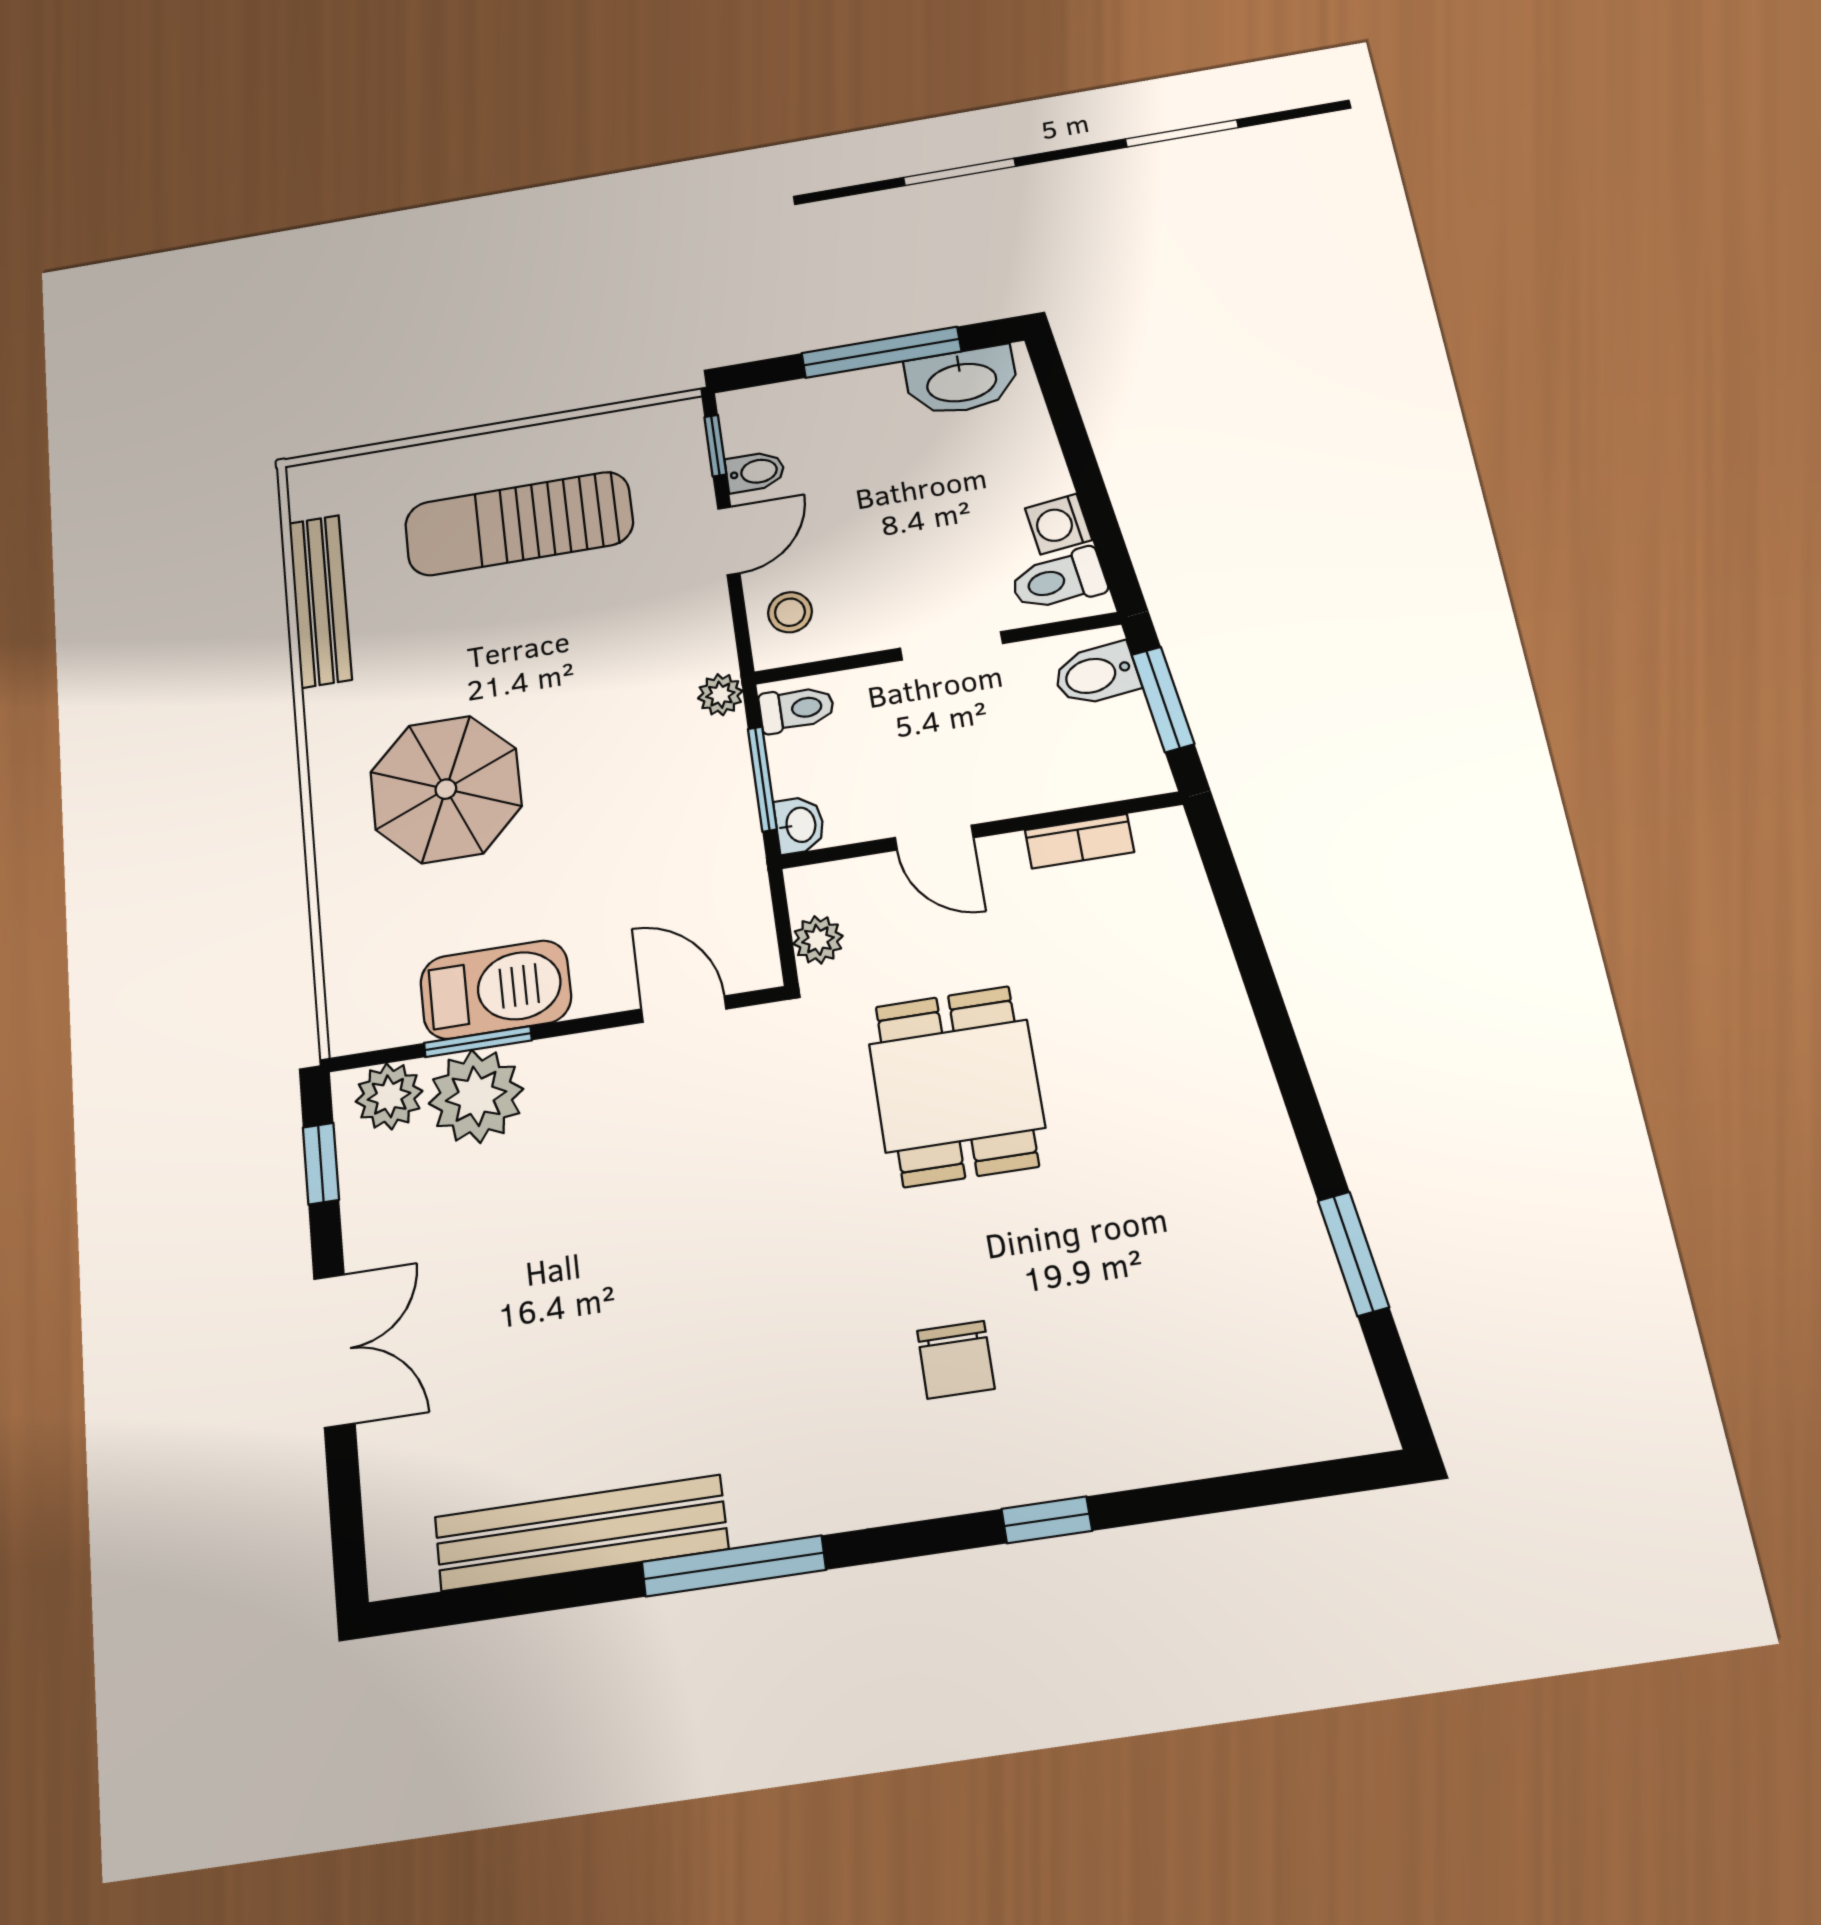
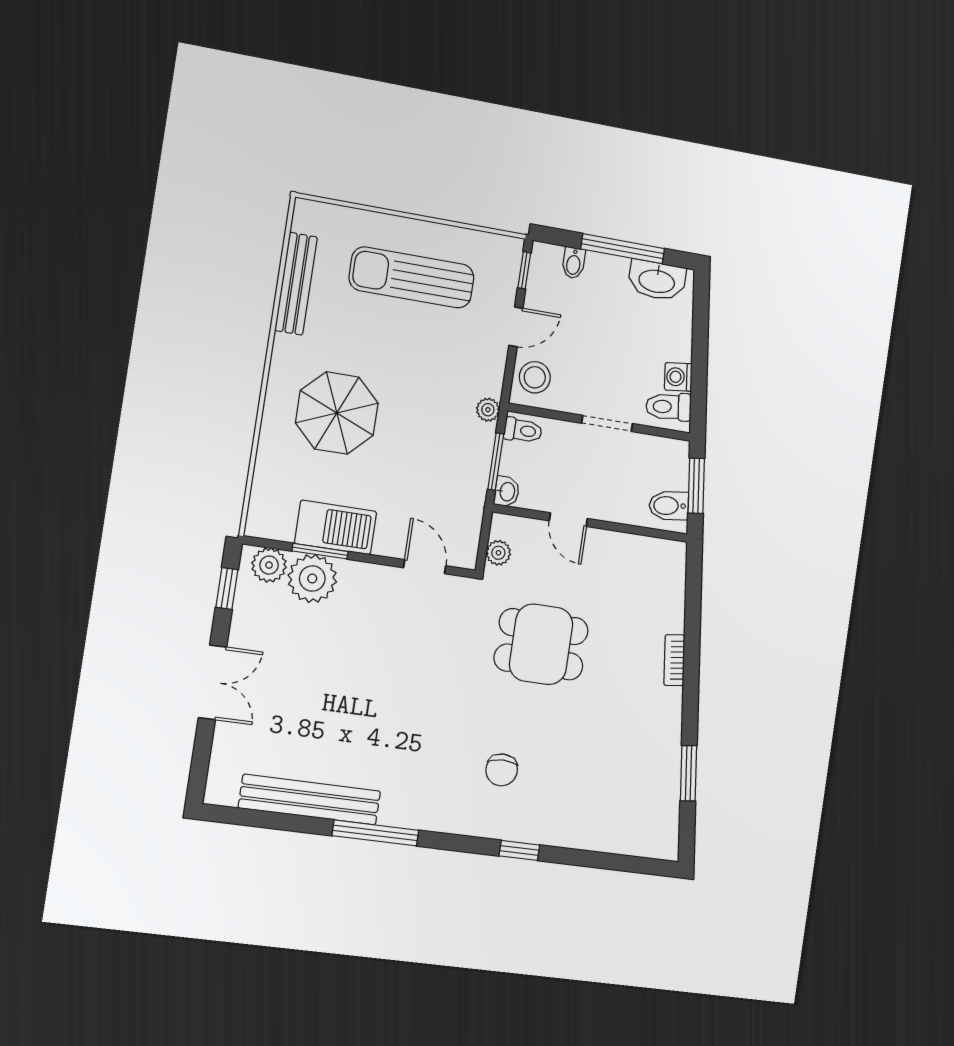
bidet: (755, 472) -> (574, 263), moved, turned 90
stool: (790, 612) -> (535, 377), width x1.37, depth x1.37
bidet: (1096, 674) -> (669, 506), moved
bookcase: (1079, 841) -> (674, 660), moved, turned 83
dining table: (957, 1086) -> (541, 644), turned 90

